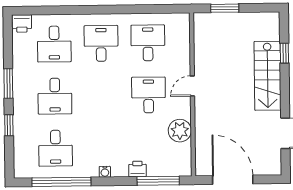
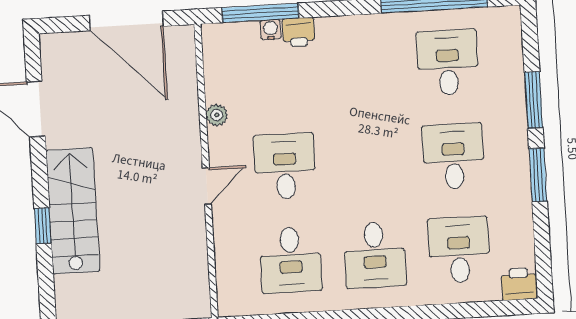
window: (284, 53) -> (43, 226), moved
desk: (149, 95) -> (285, 166), turned 180
window: (9, 125) -> (534, 100), width x1.50
plant: (180, 131) -> (217, 115), width x0.53, depth x0.53
water cooler: (105, 172) -> (270, 30), moved

